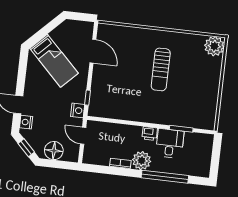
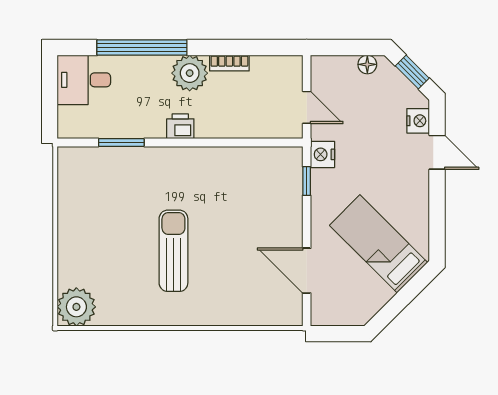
desk: (170, 143) -> (84, 80), moved, turned 90
floor lamp: (54, 151) -> (367, 64), width x0.53, depth x0.53

